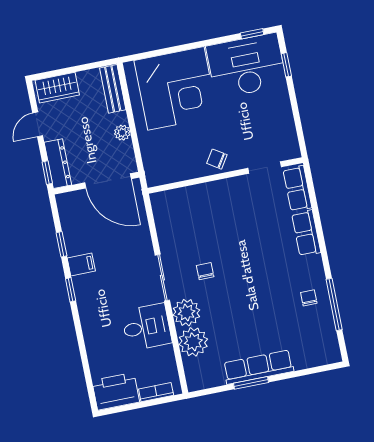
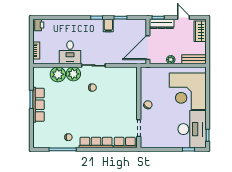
row of seats: (306, 233) -> (96, 142), width x1.48
printer: (116, 391) -> (38, 25), width x0.53, depth x0.68

